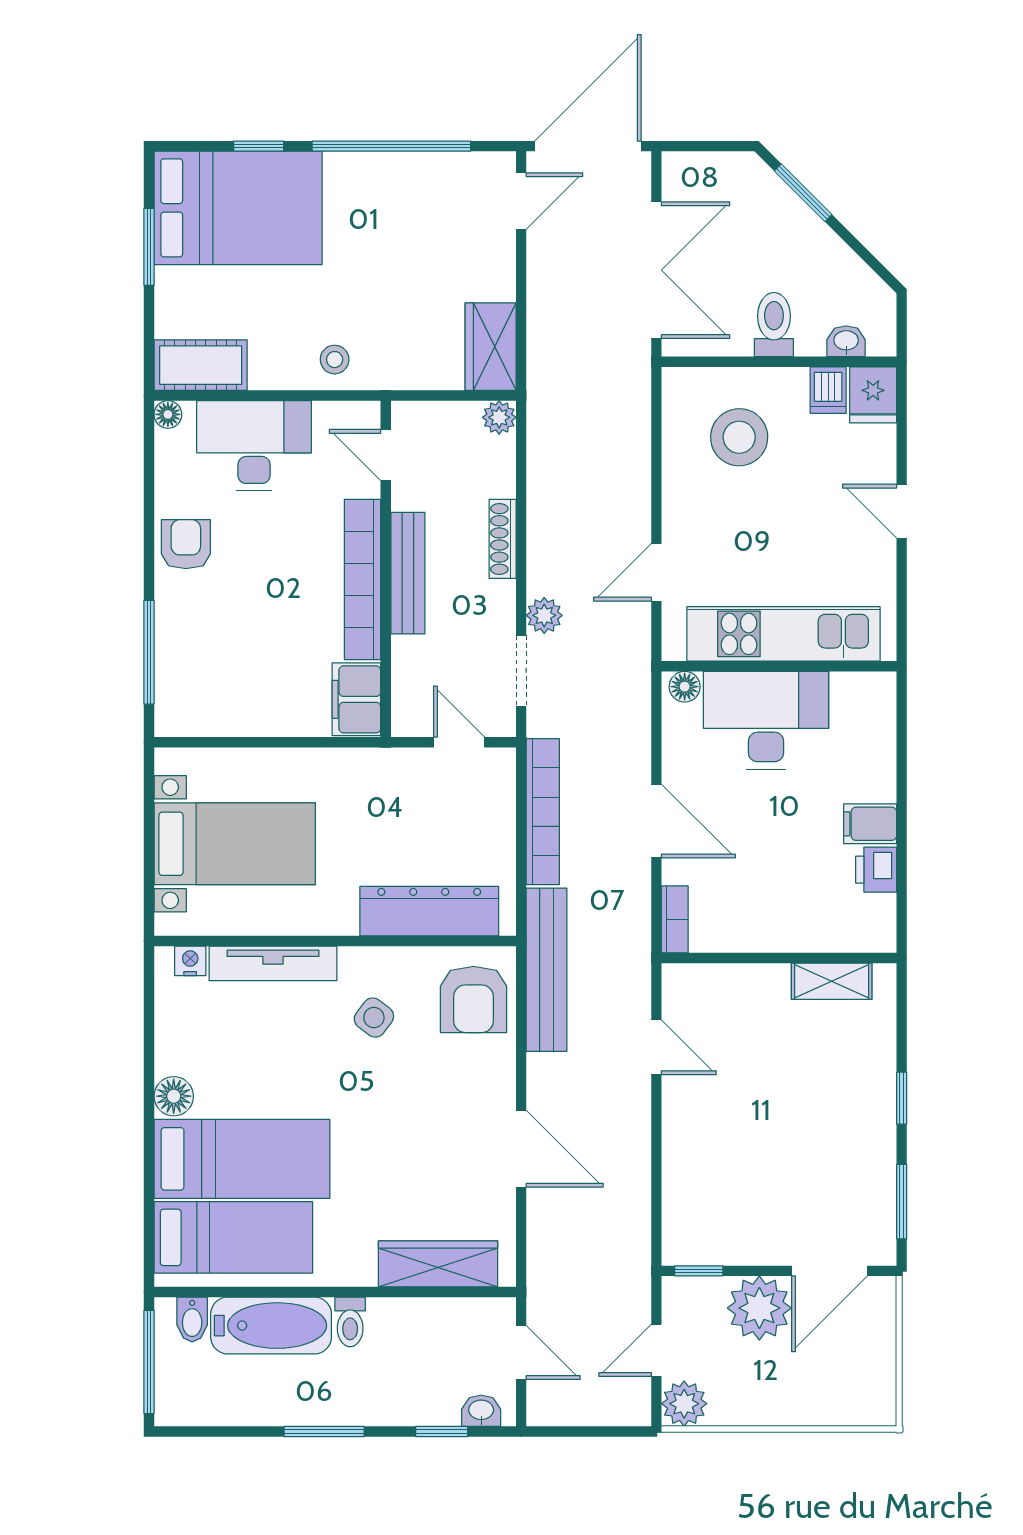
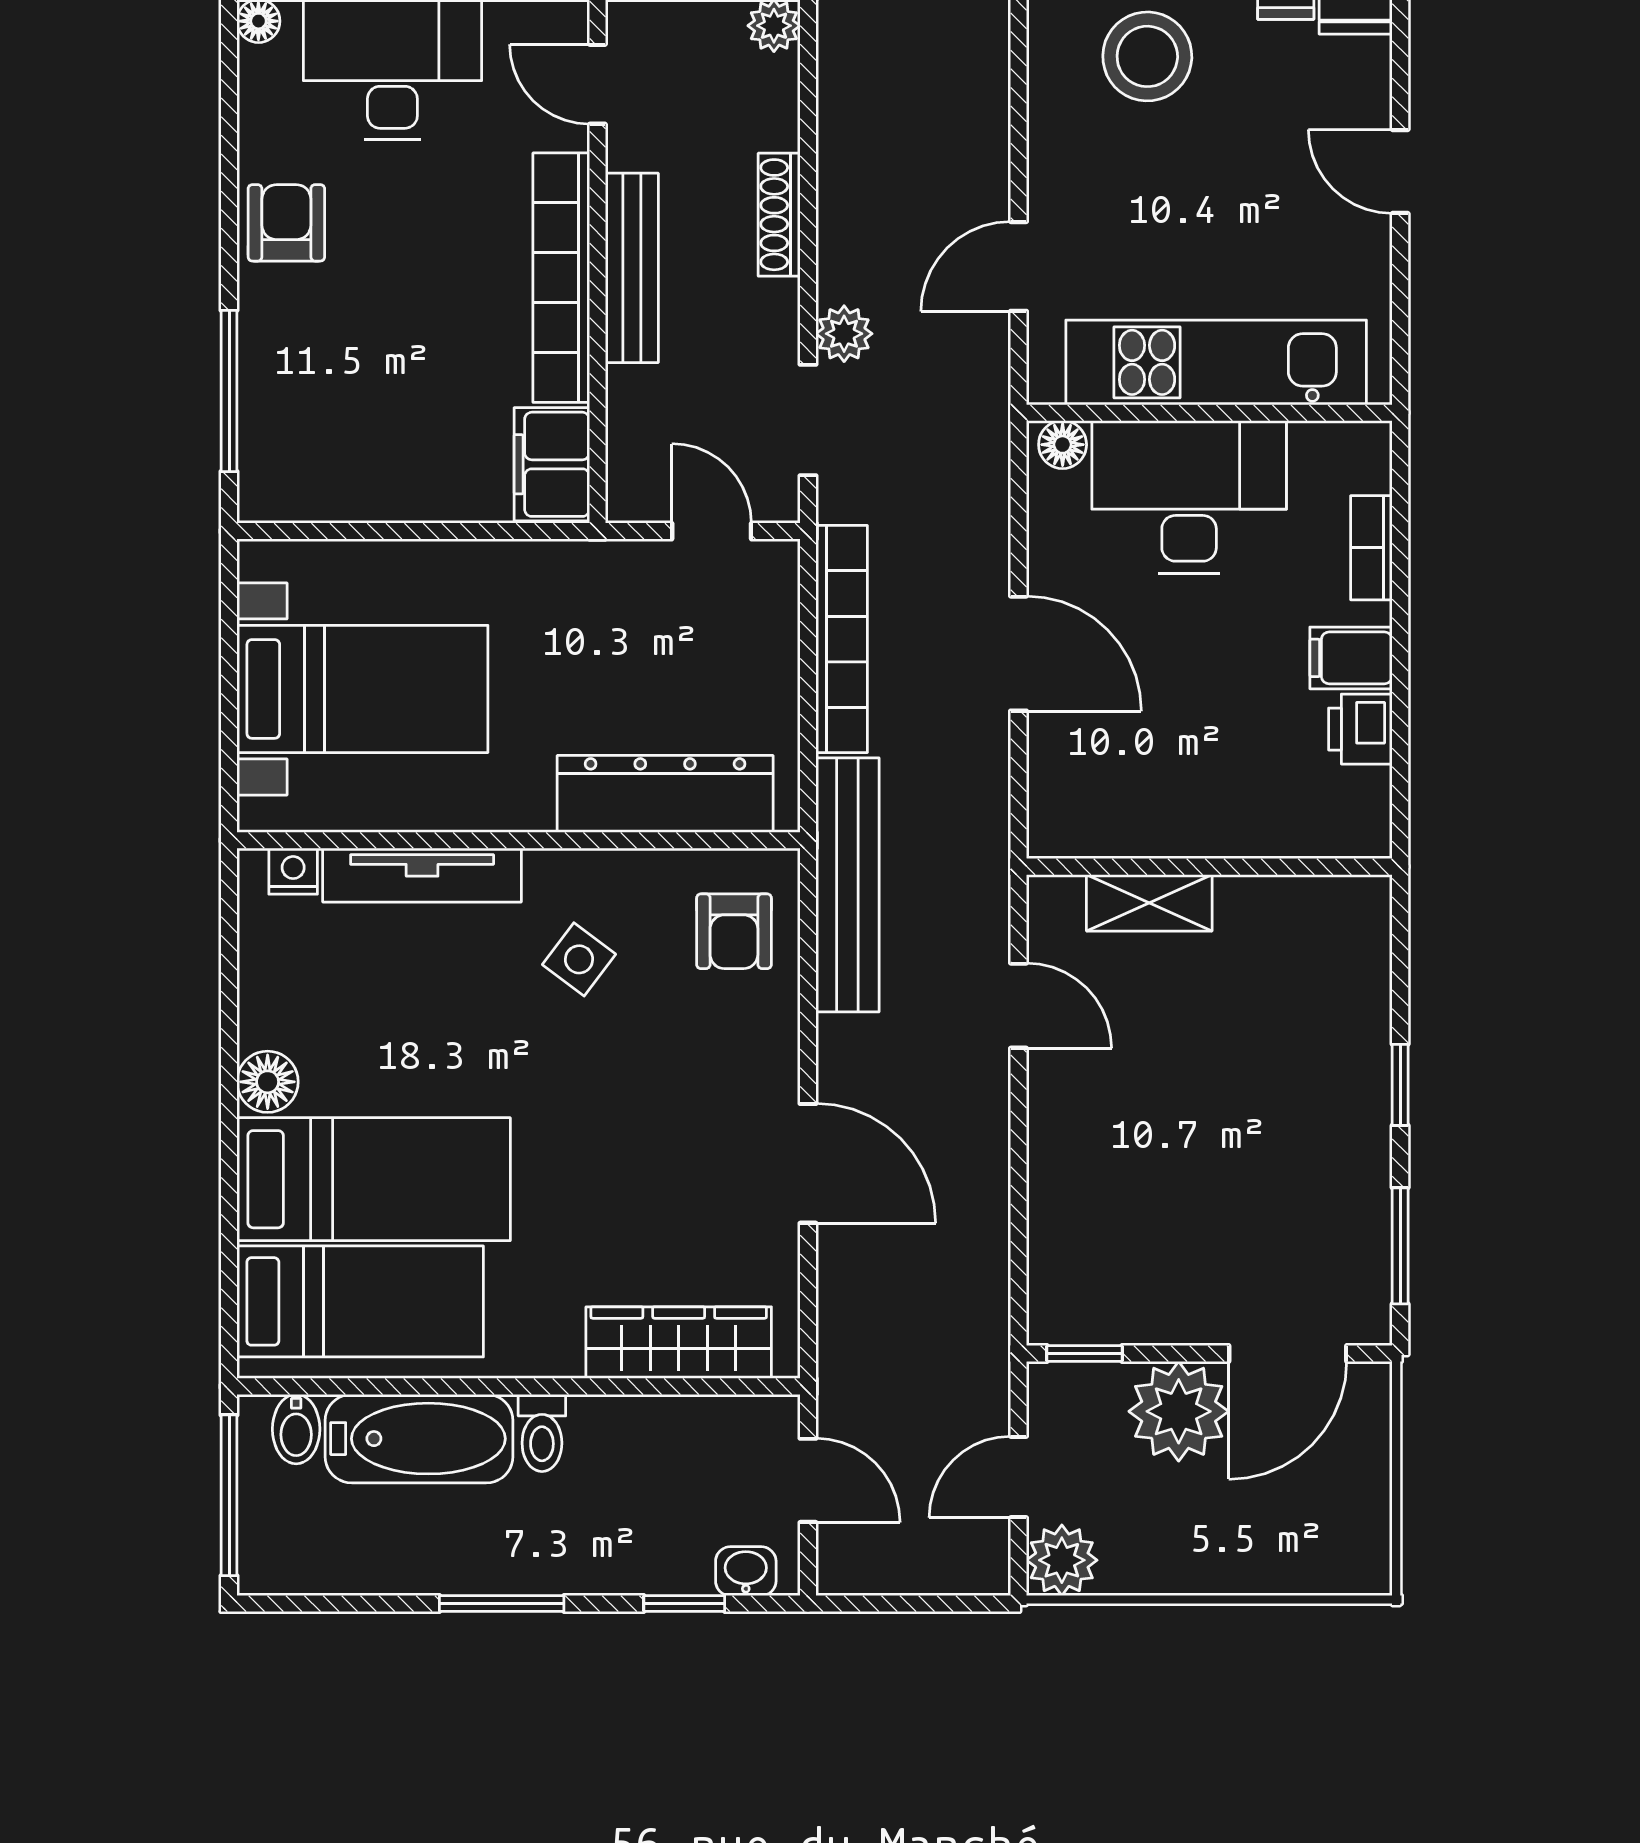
bookcase: (675, 919) -> (1371, 548), moved, turned 180
shelving: (832, 981) -> (1149, 903), moved
armchair: (474, 999) -> (734, 931), width x0.72, depth x0.72

